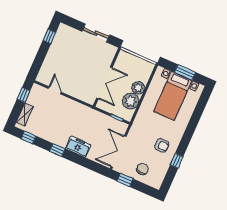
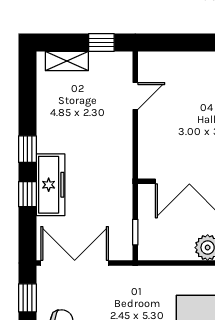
plant: (131, 101) -> (177, 244), removed
window: (28, 137) -> (27, 194), moved
freezer: (78, 147) -> (51, 185), width x1.40

